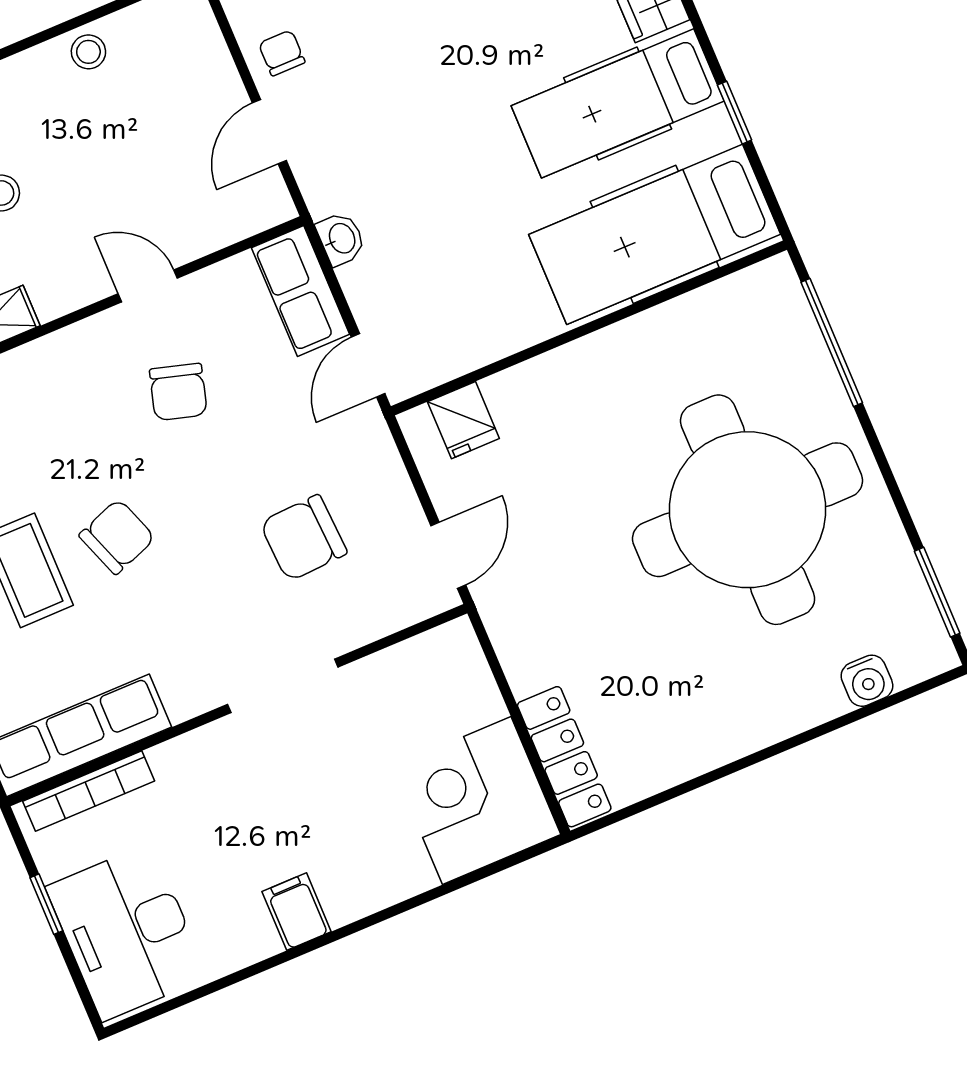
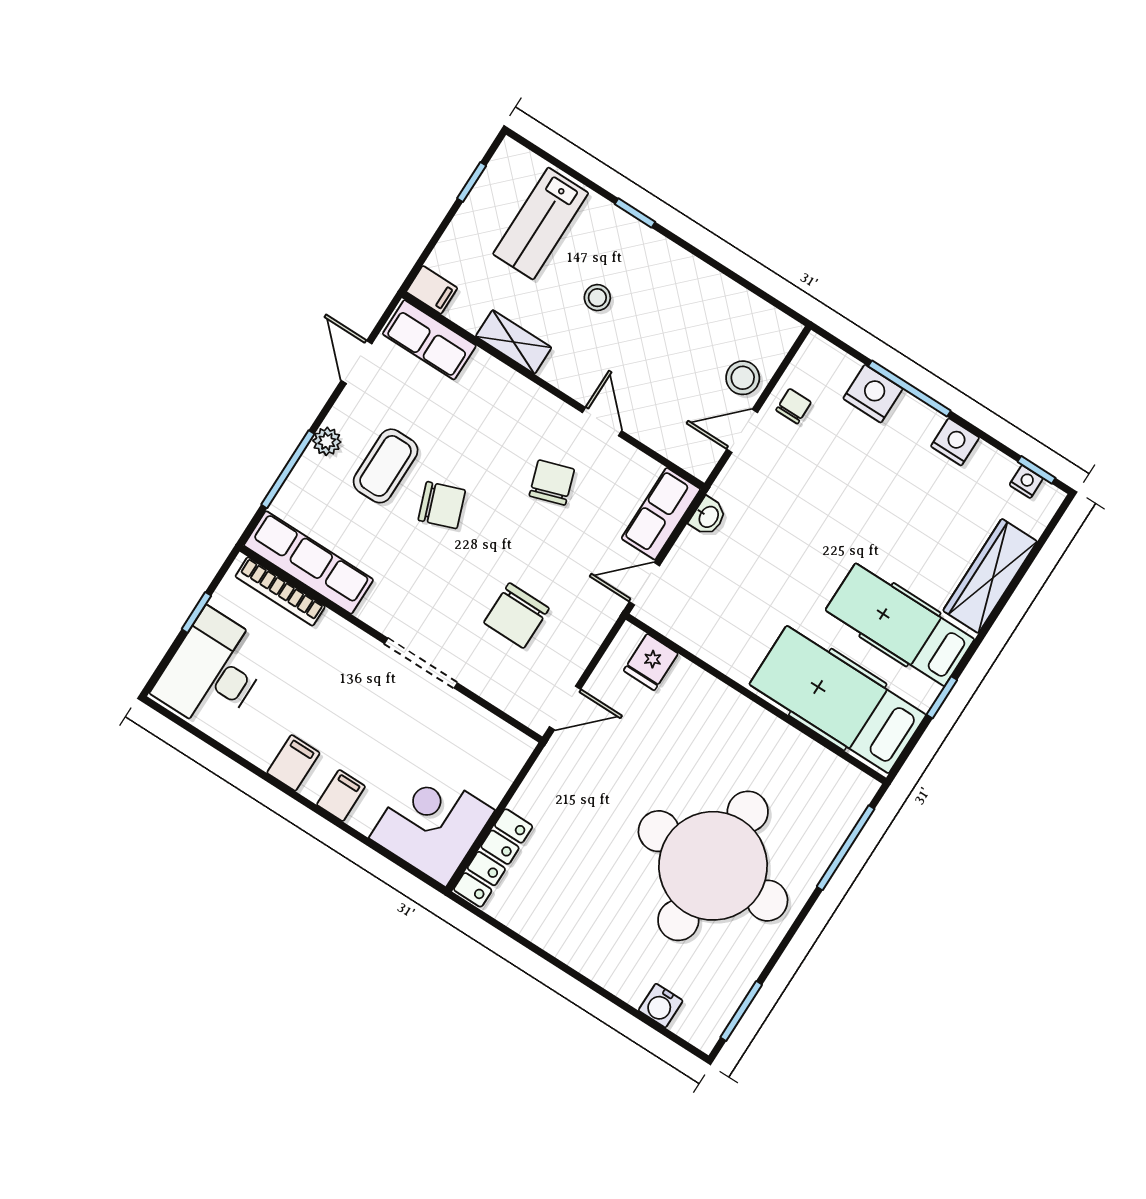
stool: (88, 52) -> (743, 378), moved, width x1.37, depth x1.37
chair: (178, 392) -> (552, 483), turned 146
chair: (303, 538) -> (516, 615), turned -87
filing cabinet: (372, 883) -> (341, 796), added

